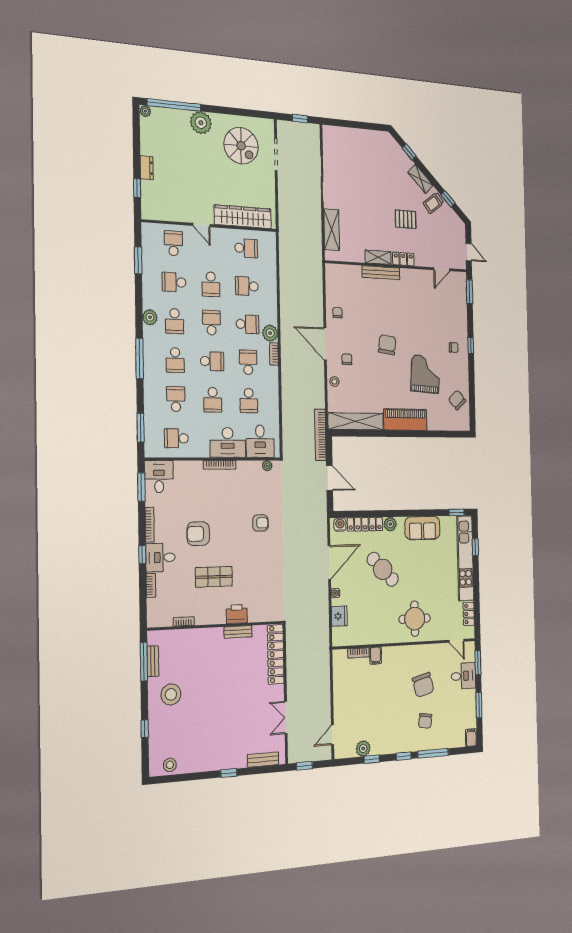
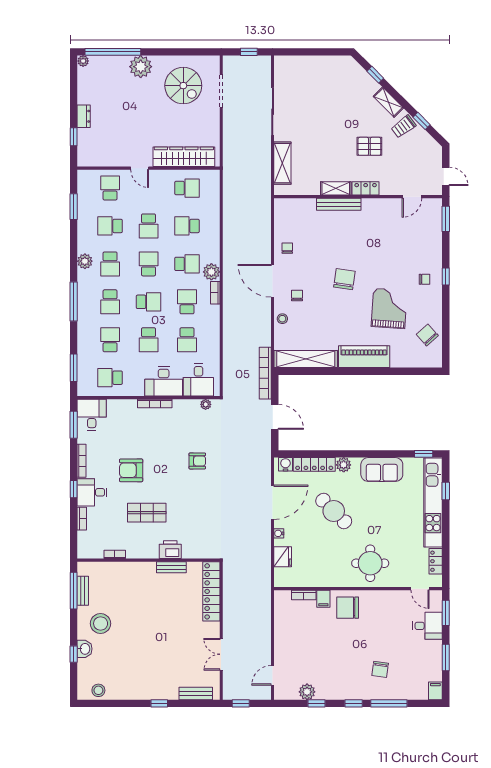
chair: (423, 685) -> (348, 608), moved, turned 104
washbasin: (156, 722) -> (85, 649), added

